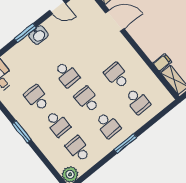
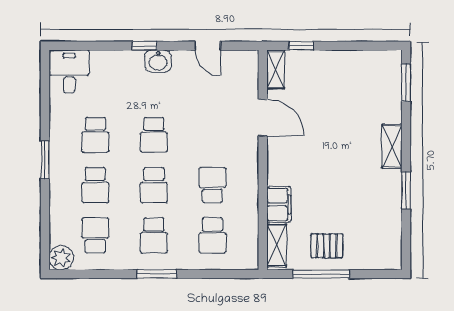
window: (25, 33) -> (144, 46), width x0.67
filing cabinet: (162, 63) -> (279, 204), width x2.00
school desk: (37, 98) -> (95, 135), turned 180
school desk: (87, 100) -> (154, 185), turned 180

